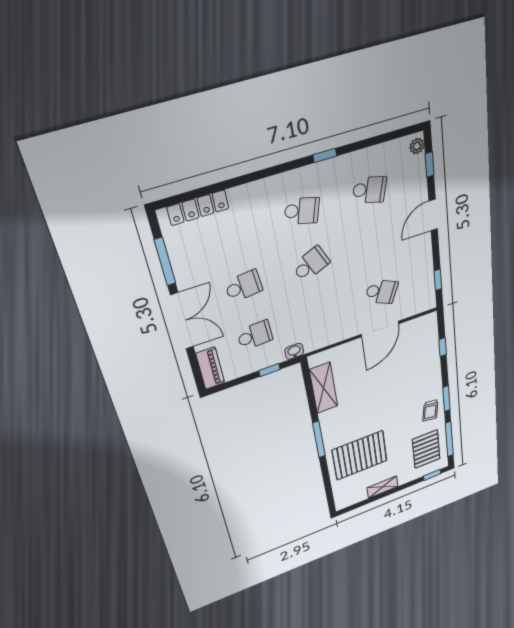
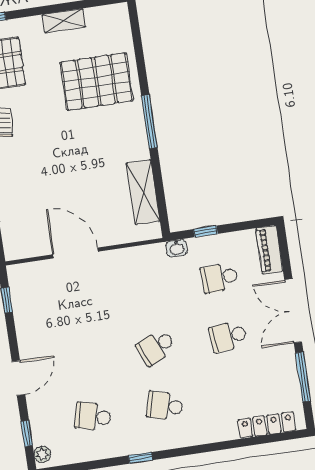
school desk: (381, 292) -> (75, 299), removed
door: (380, 329) -> (75, 253), hinge flipped

